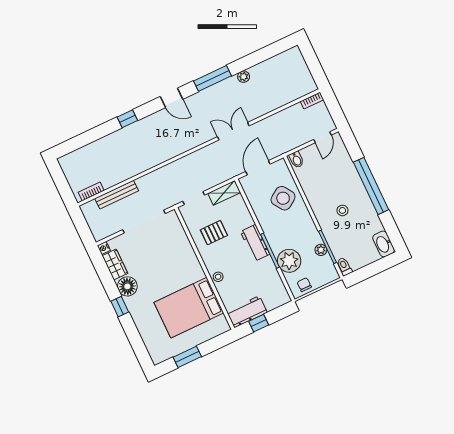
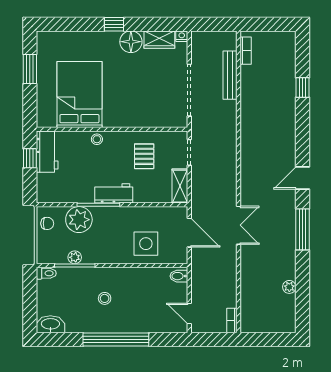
plant: (244, 77) -> (289, 287), moved
window: (127, 119) -> (302, 88), moved
side table: (283, 198) -> (146, 244), turned 34

